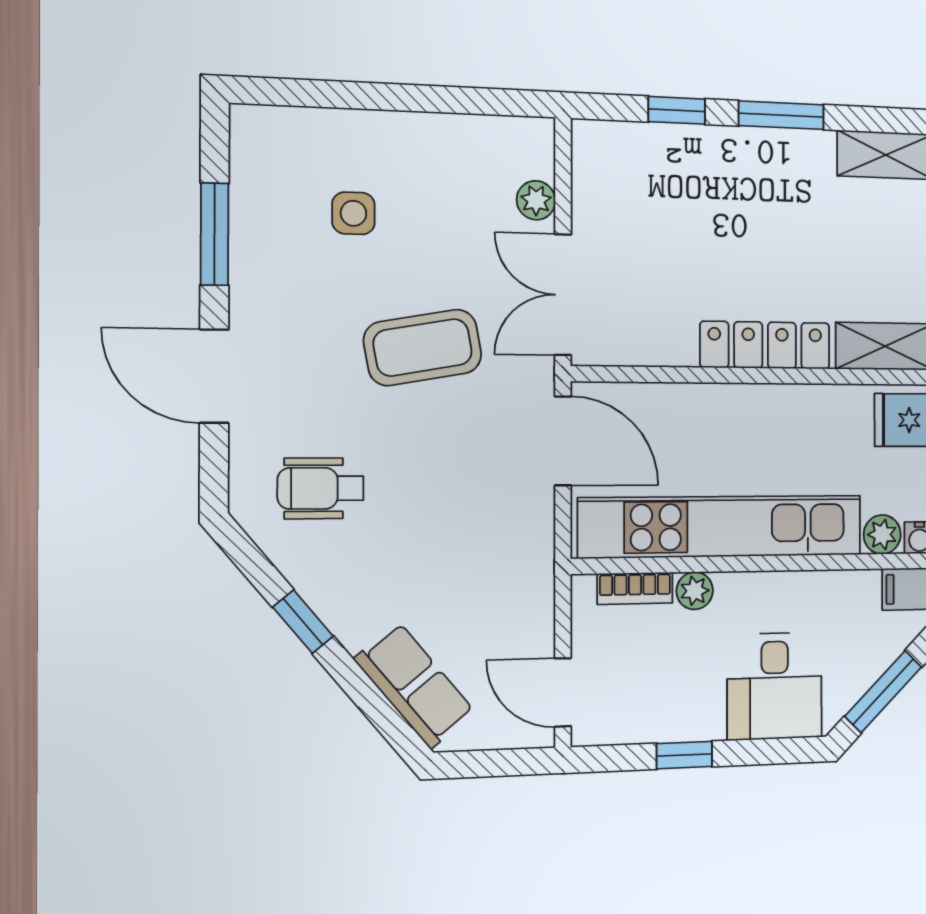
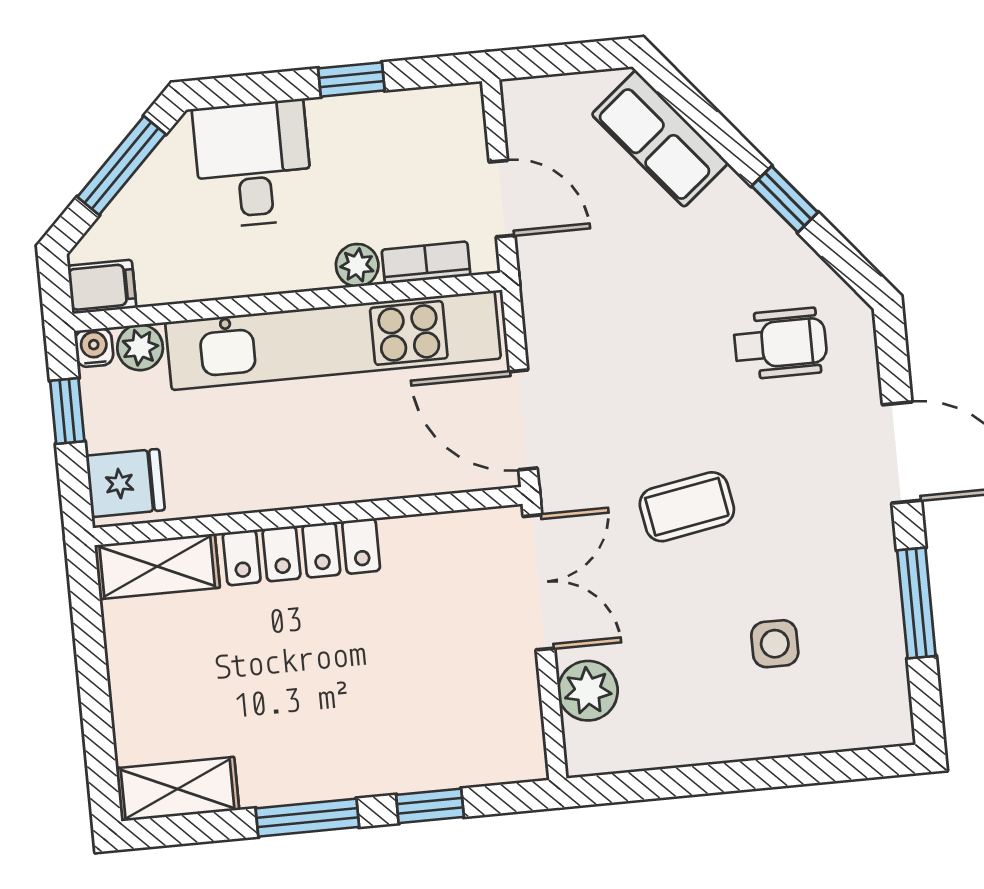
plant: (536, 200) -> (588, 691), width x1.38, depth x1.38
coffee table: (423, 348) -> (687, 507), width x0.73, depth x0.77
door: (563, 692) -> (502, 199), moved

